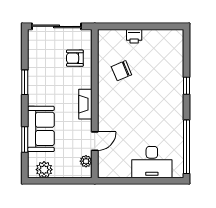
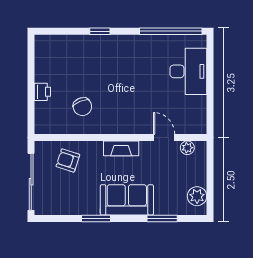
armchair: (75, 58) -> (68, 160), turned 108
sofa: (41, 129) -> (127, 200), moved

